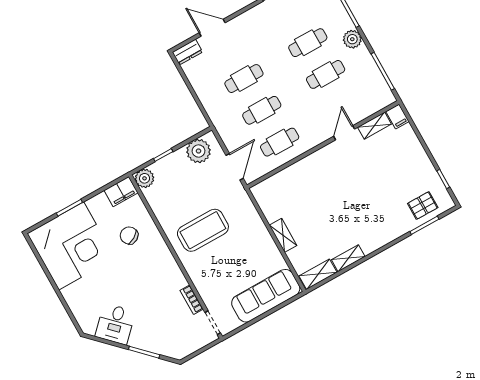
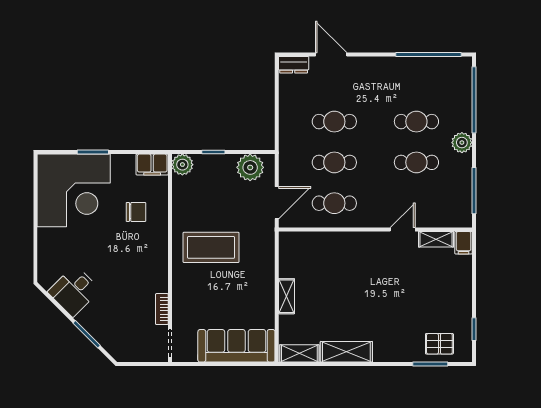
chair: (129, 235) -> (136, 212), turned 121
shelving: (348, 258) -> (346, 352), width x1.50, depth x1.33

